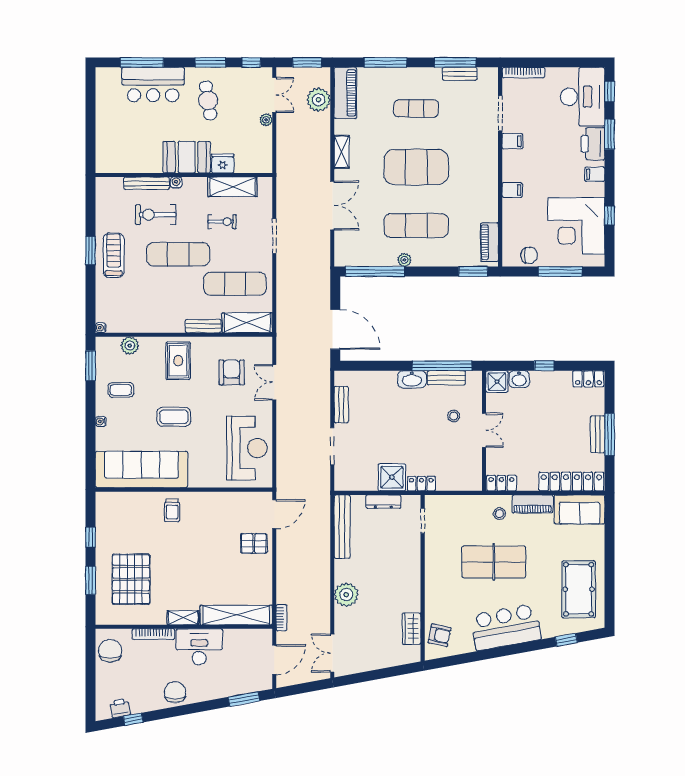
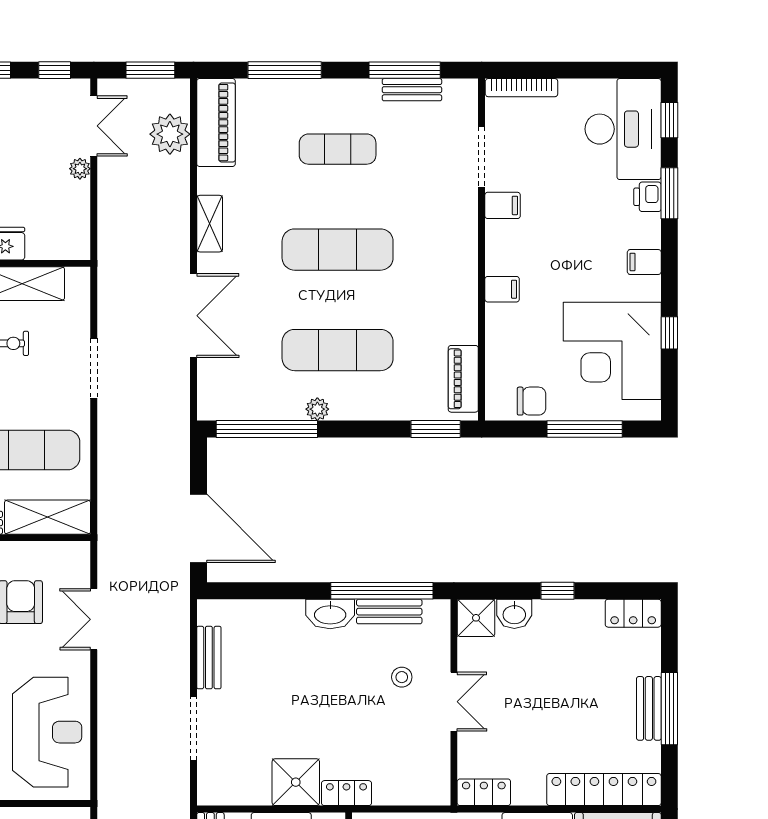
printer: (593, 144) -> (647, 197), width x0.53, depth x0.68
exercise mat: (416, 167) -> (338, 250), width x0.68

